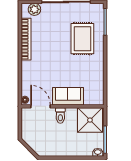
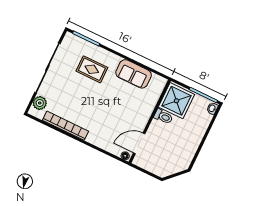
rug: (82, 39) -> (92, 69), width x0.73, depth x0.70
sofa: (68, 96) -> (134, 74), moved, turned -90
toilet: (60, 116) -> (163, 117), moved

